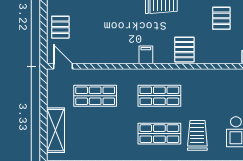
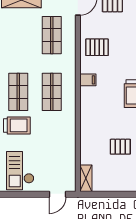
pallet: (184, 50) -> (97, 47), moved

